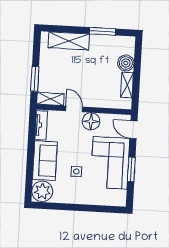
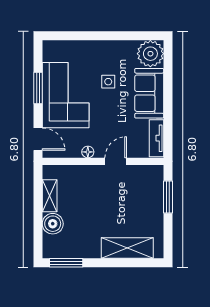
window: (102, 31) -> (66, 263), moved
shelving: (50, 99) -> (147, 173), removed
door: (74, 109) -> (116, 161), swing flipped
floor lamp: (91, 121) -> (88, 152), width x0.53, depth x0.53

